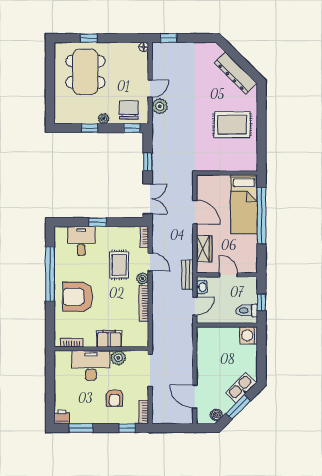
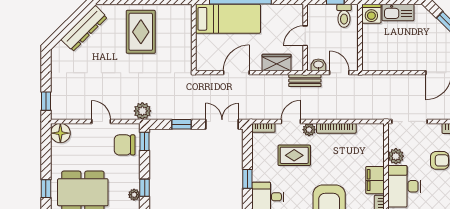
floor lamp: (144, 47) -> (60, 133), width x1.89, depth x1.89
plant: (160, 106) -> (142, 111), moved
plant: (104, 119) -> (134, 195), moved
filing cabinet: (109, 339) -> (375, 180), moved
kitchen sink: (241, 388) -> (398, 13), moved, turned -45

